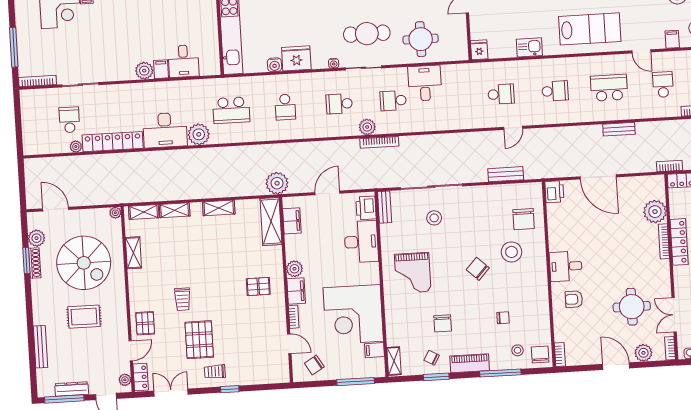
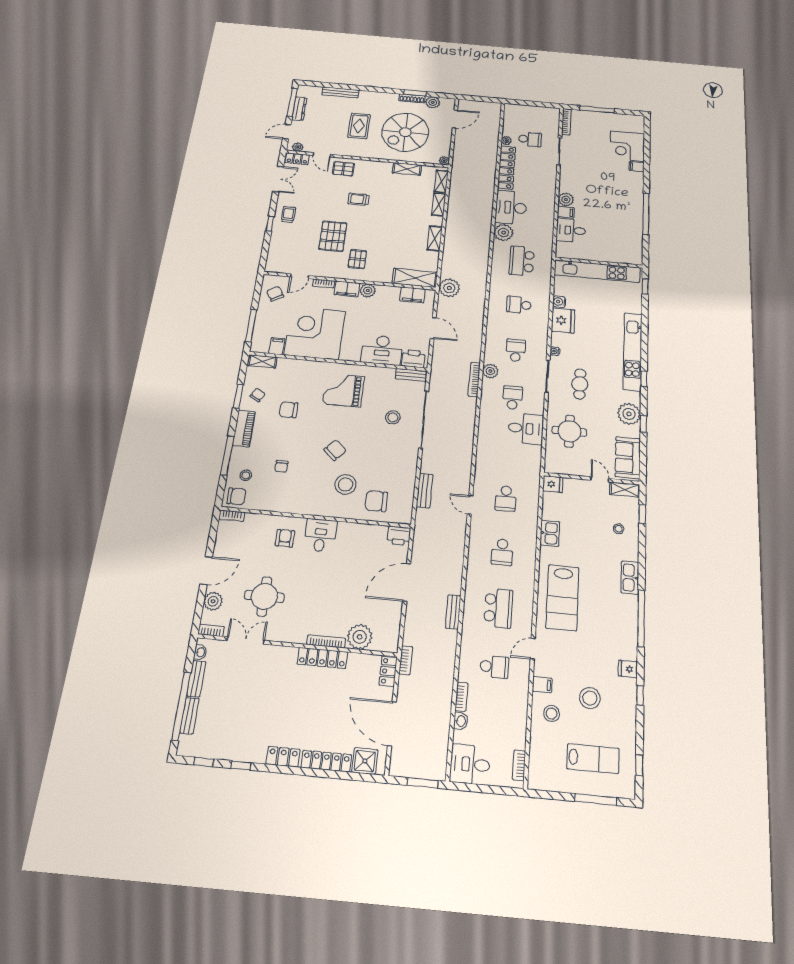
cafe table: (367, 34) -> (580, 384), width x0.73, depth x0.74
pallet: (199, 340) -> (333, 236), moved, turned 90

